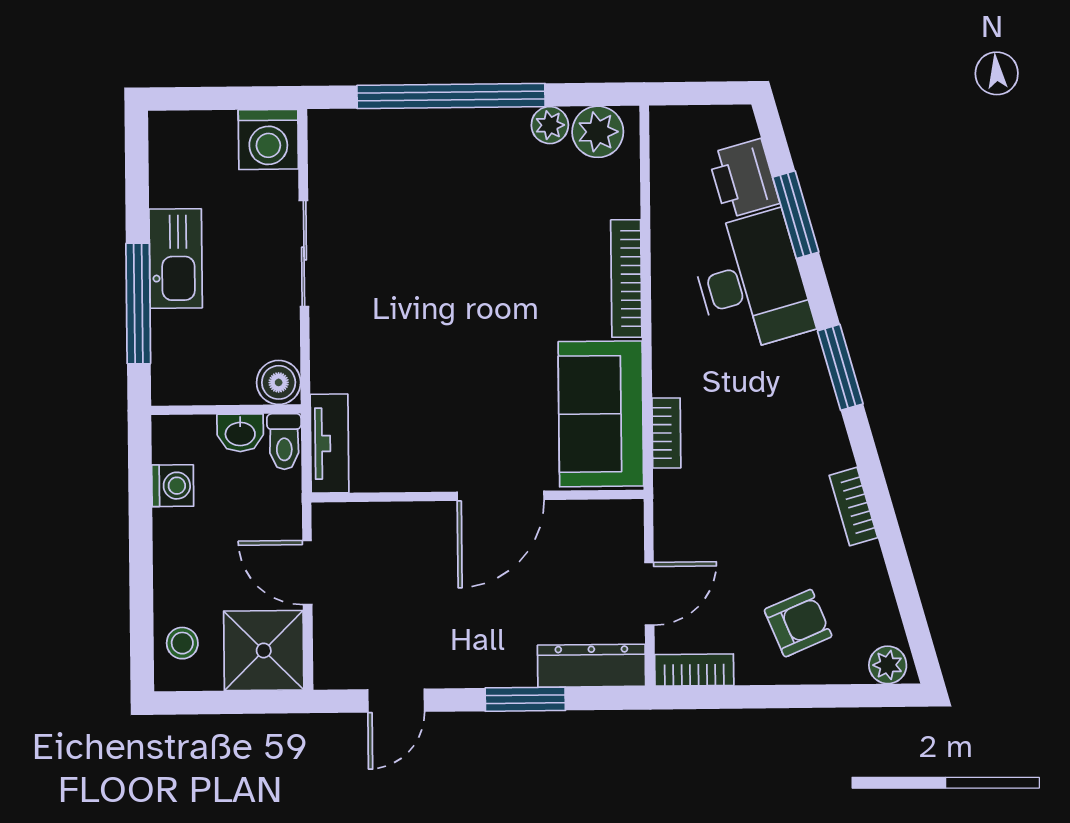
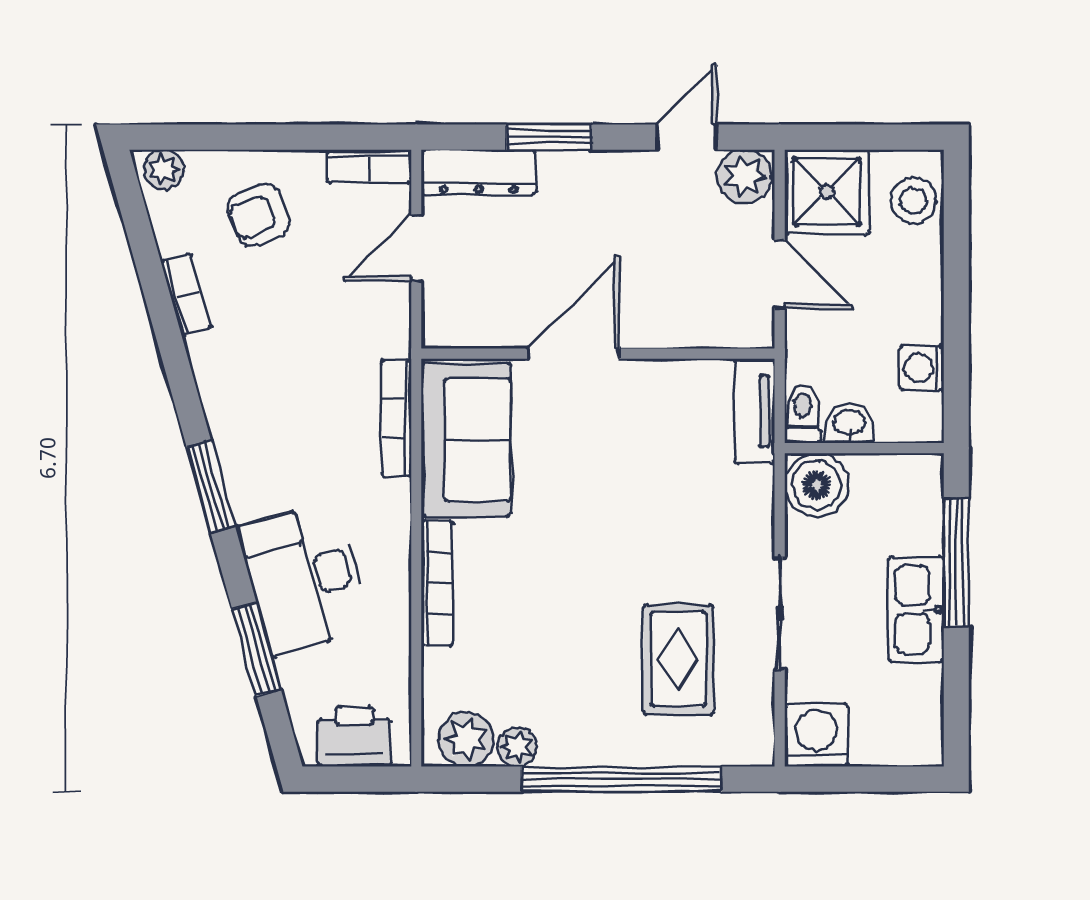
printer: (744, 179) -> (354, 737), moved, turned -74
rug: (399, 209) -> (678, 659), added
boiler: (279, 382) -> (817, 485), width x1.36, depth x1.36
bookcase: (666, 433) -> (396, 419), width x1.56
bookcase: (853, 506) -> (186, 294), moved
stool: (182, 643) -> (913, 201), width x1.37, depth x1.37
plant: (342, 664) -> (744, 177), added

